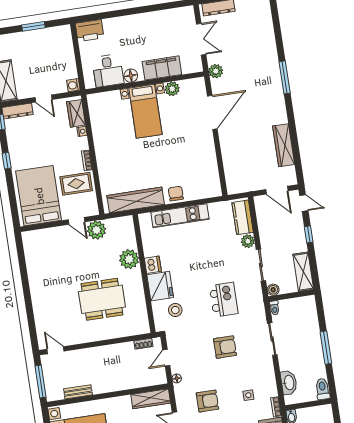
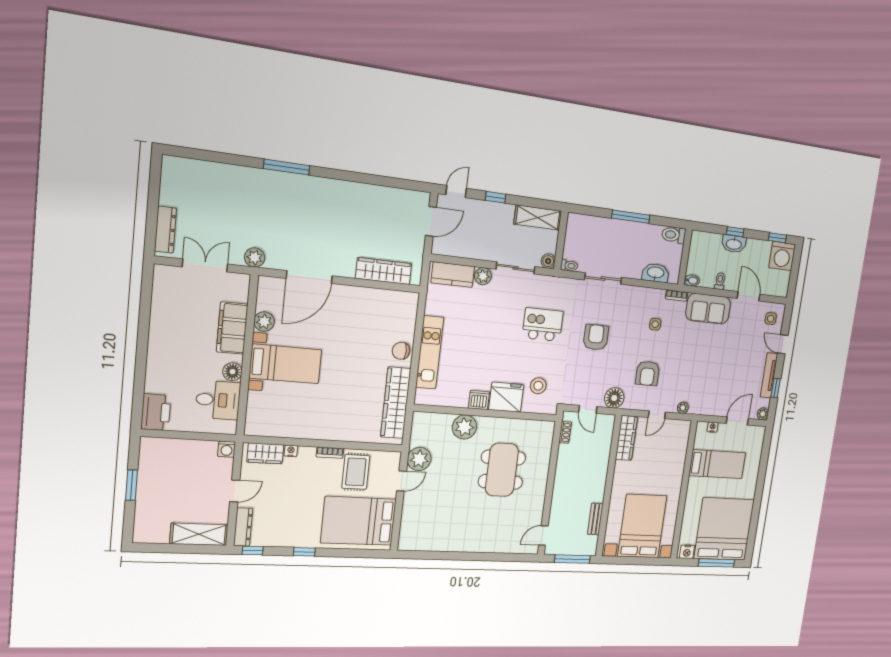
door: (212, 112) -> (309, 277), swing flipped
wardrobe: (284, 145) -> (384, 271), moved, turned 180
floor lamp: (177, 378) -> (614, 398), width x1.89, depth x1.89
armchair: (207, 401) -> (648, 373), turned 180

